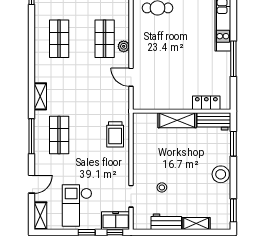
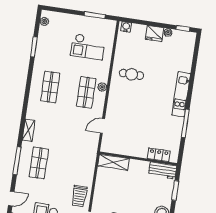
plant: (124, 46) -> (102, 87), moved
door: (131, 77) -> (102, 126), hinge flipped
shelving: (177, 120) -> (114, 162), moved
trolley: (115, 134) -> (79, 196), moved

